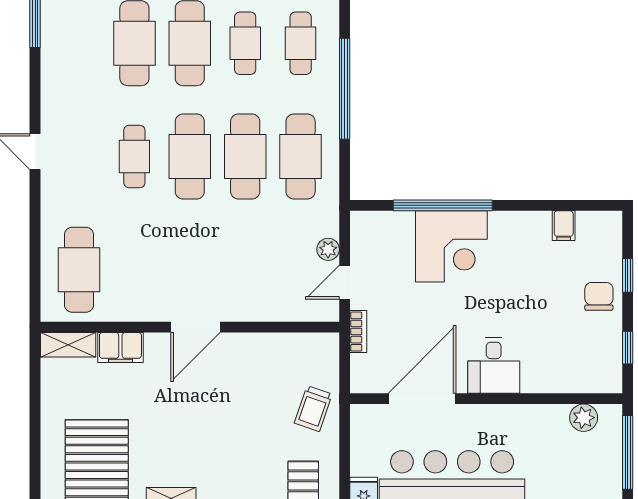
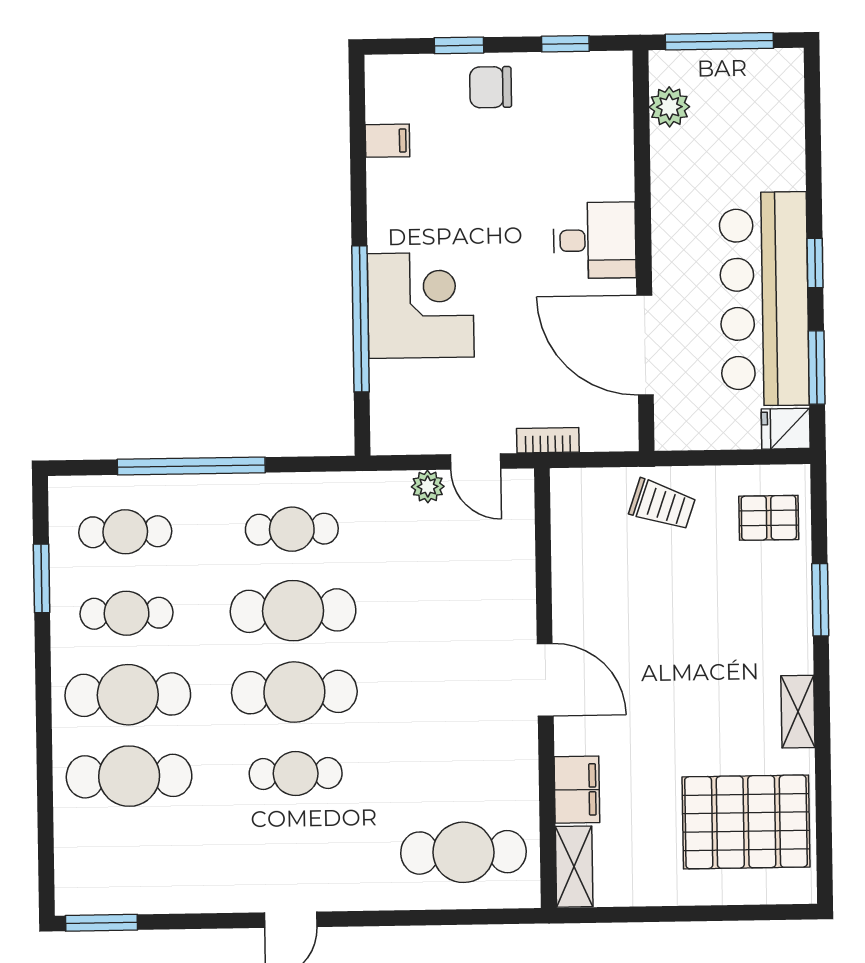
cafe table: (301, 156) -> (292, 529), width x0.73, depth x0.74

